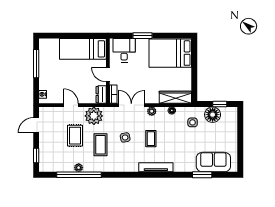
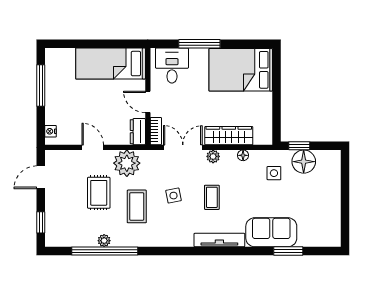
window: (142, 36) -> (199, 44), width x1.44
wardrobe: (175, 97) -> (229, 136), moved
window: (220, 104) -> (299, 146), moved
sofa: (213, 162) -> (271, 232), moved

